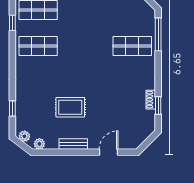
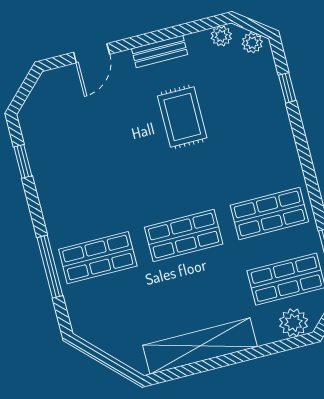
window: (158, 34) -> (50, 267), moved
shop shelf: (85, 46) -> (184, 236), added
shoe rack: (151, 100) -> (39, 169), removed
rug: (70, 107) -> (182, 117), turned 90

